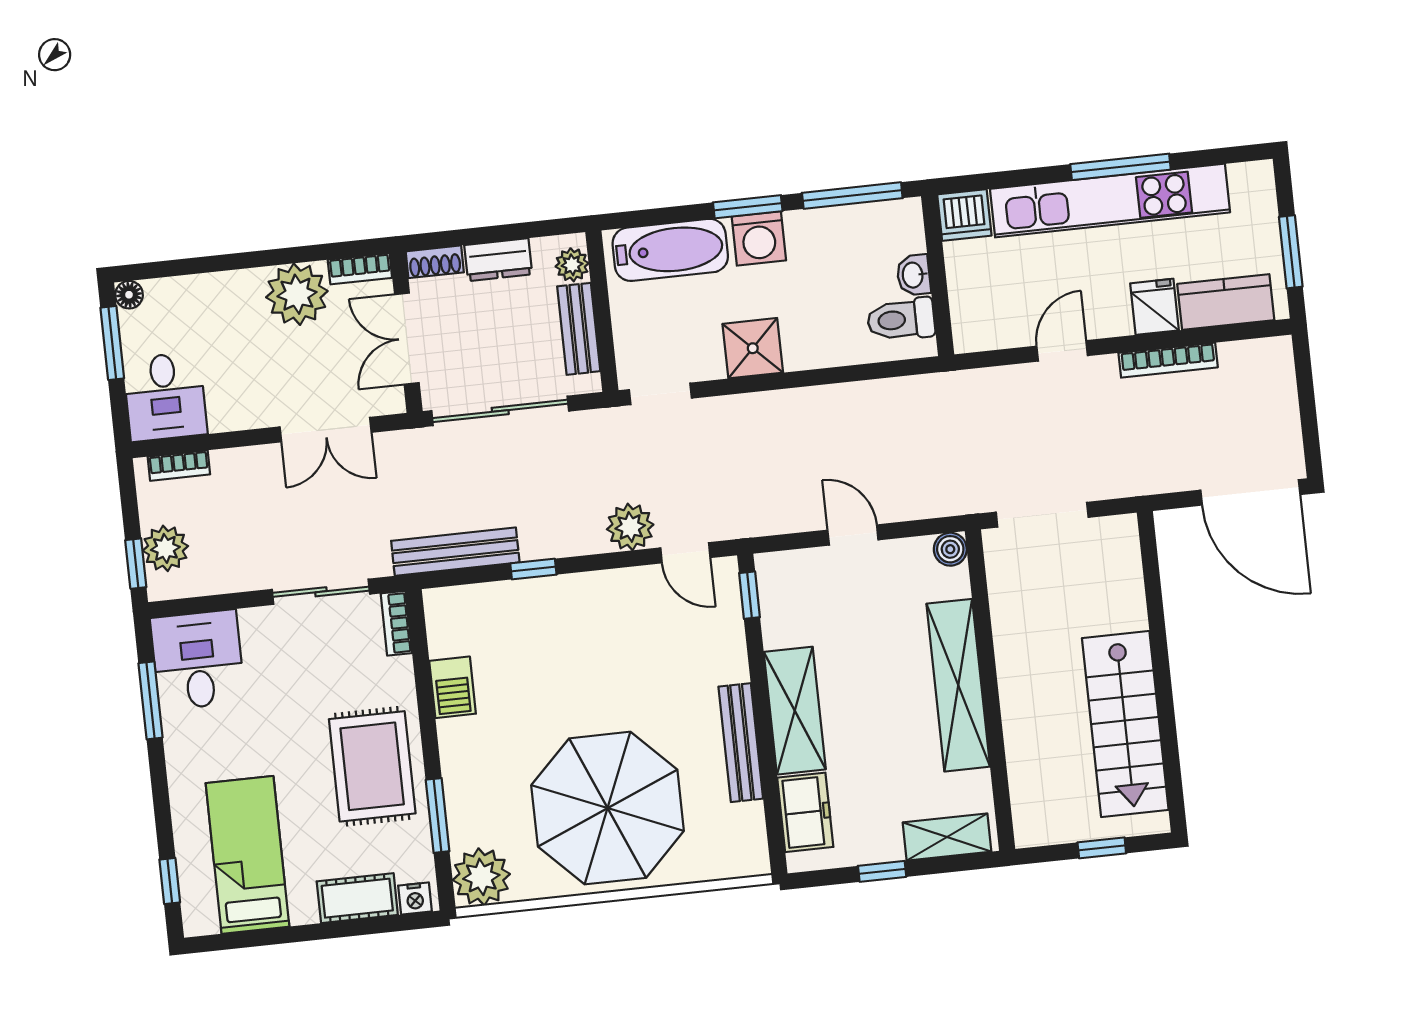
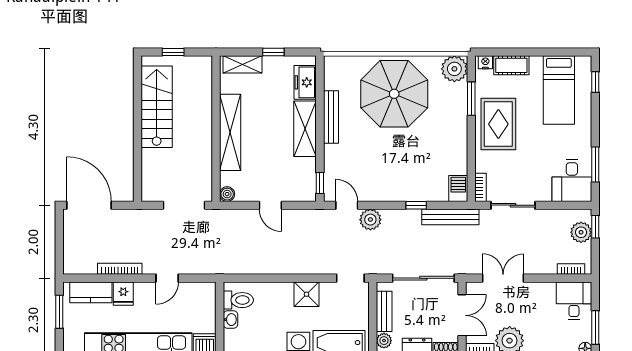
barbecue: (453, 687) -> (458, 189), moved

